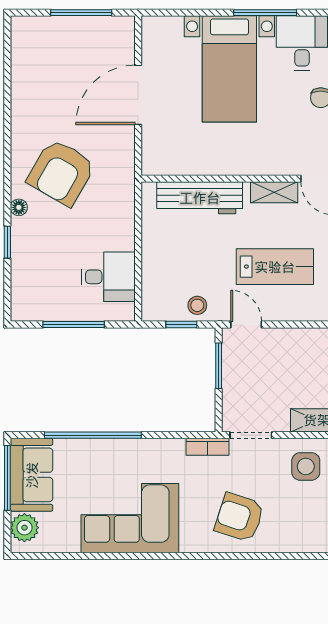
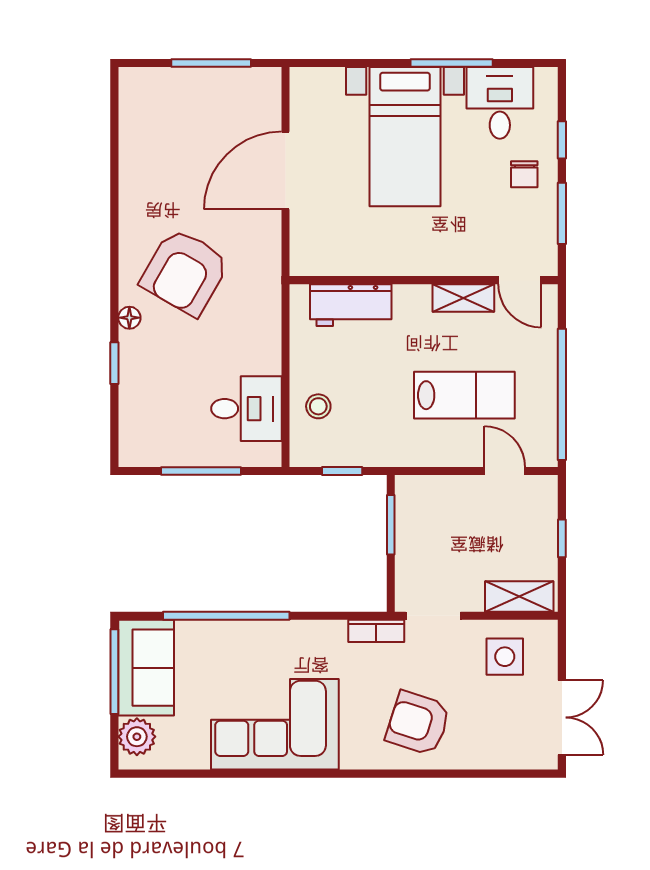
workbench: (200, 198) -> (351, 305), width x0.73
stool: (197, 305) -> (318, 406), moved
door: (246, 325) -> (505, 471), moved

